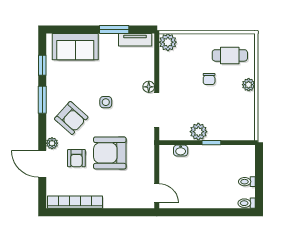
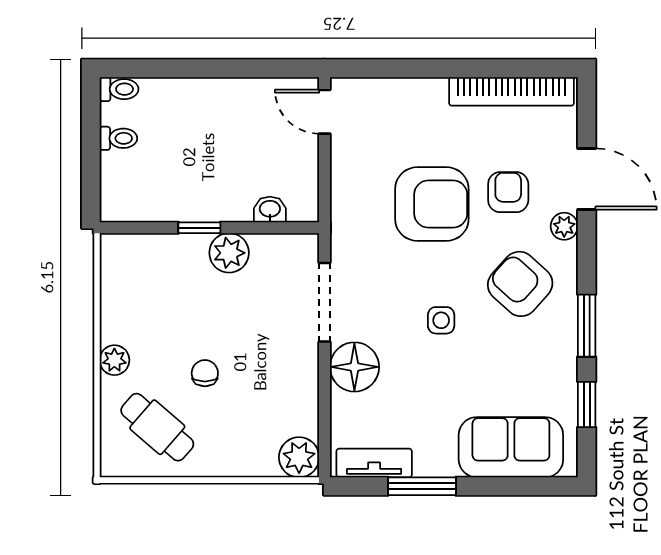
cafe table: (230, 55) -> (157, 427), turned 41
floor lamp: (149, 87) -> (354, 367), width x1.89, depth x1.89

